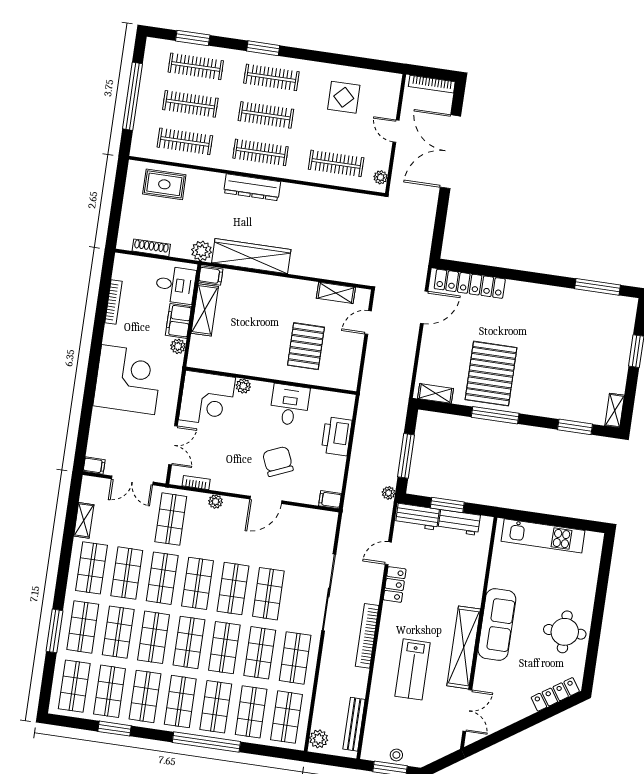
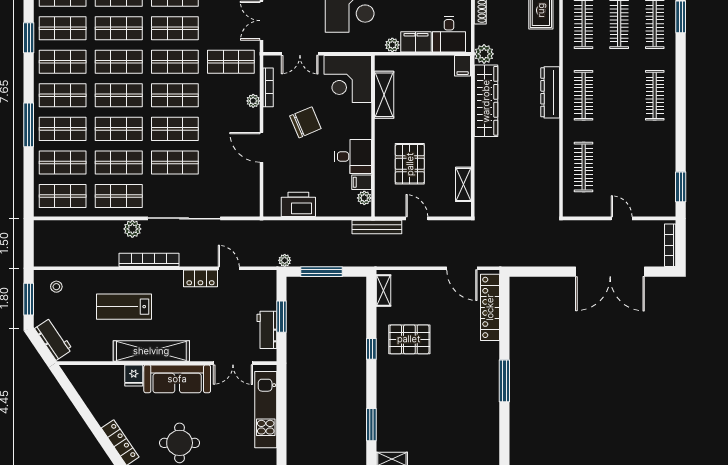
window: (263, 48) -> (681, 187), moved
display table: (344, 97) -> (646, 165), removed
clothes rail: (266, 115) -> (619, 95), removed
door: (396, 131) -> (622, 218), hinge flipped
double door: (450, 152) -> (610, 272), swing flipped
plant: (381, 177) -> (577, 210), removed
window: (597, 287) -> (504, 381), moved
shelving: (205, 310) -> (384, 95), moved, turned 90
door: (368, 322) -> (417, 218), moved
pallet: (306, 346) -> (410, 164), turned 90
pallet: (491, 374) -> (409, 339), width x0.73, depth x0.71
plant: (243, 386) -> (364, 198), moved
window: (495, 415) -> (371, 349), width x0.46
printer: (337, 436) -> (298, 204), moved
chair: (278, 461) -> (305, 122), moved
bookcase: (196, 483) -> (268, 87), width x1.56
filing cabinet: (330, 500) -> (362, 182), moved, turned -90
workbench: (417, 517) -> (53, 339), moved, turned 146
fridge: (487, 670) -> (134, 375), added
double door: (467, 711) -> (233, 363), moved
bench: (354, 724) -> (377, 227), moved
plant: (319, 739) -> (132, 229), moved
window: (206, 742) -> (29, 125), width x0.68
stool: (396, 755) -> (56, 287), moved

